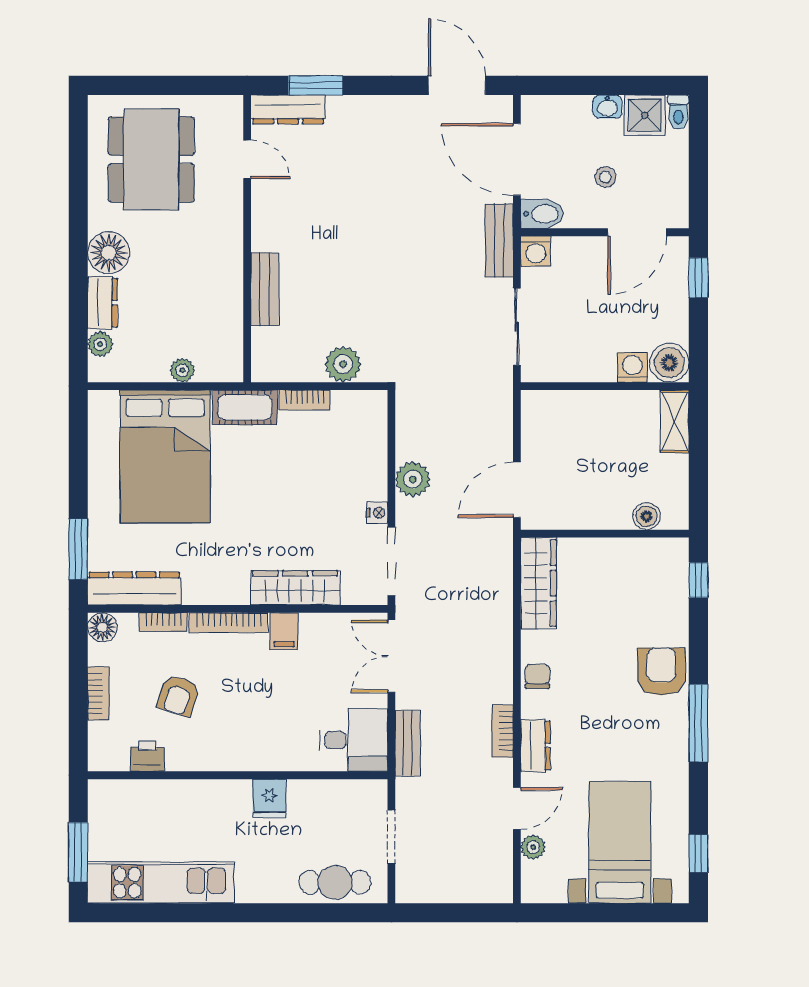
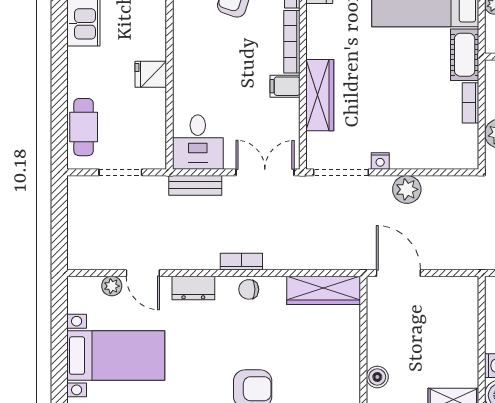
chair: (537, 676) -> (249, 289), turned 180
bookcase: (503, 731) -> (241, 262), moved

